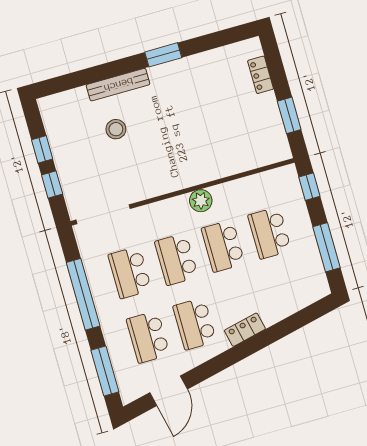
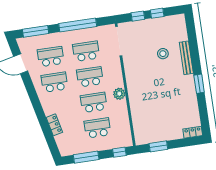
locker: (261, 75) -> (193, 132), moved
locker: (245, 330) -> (54, 125), moved

